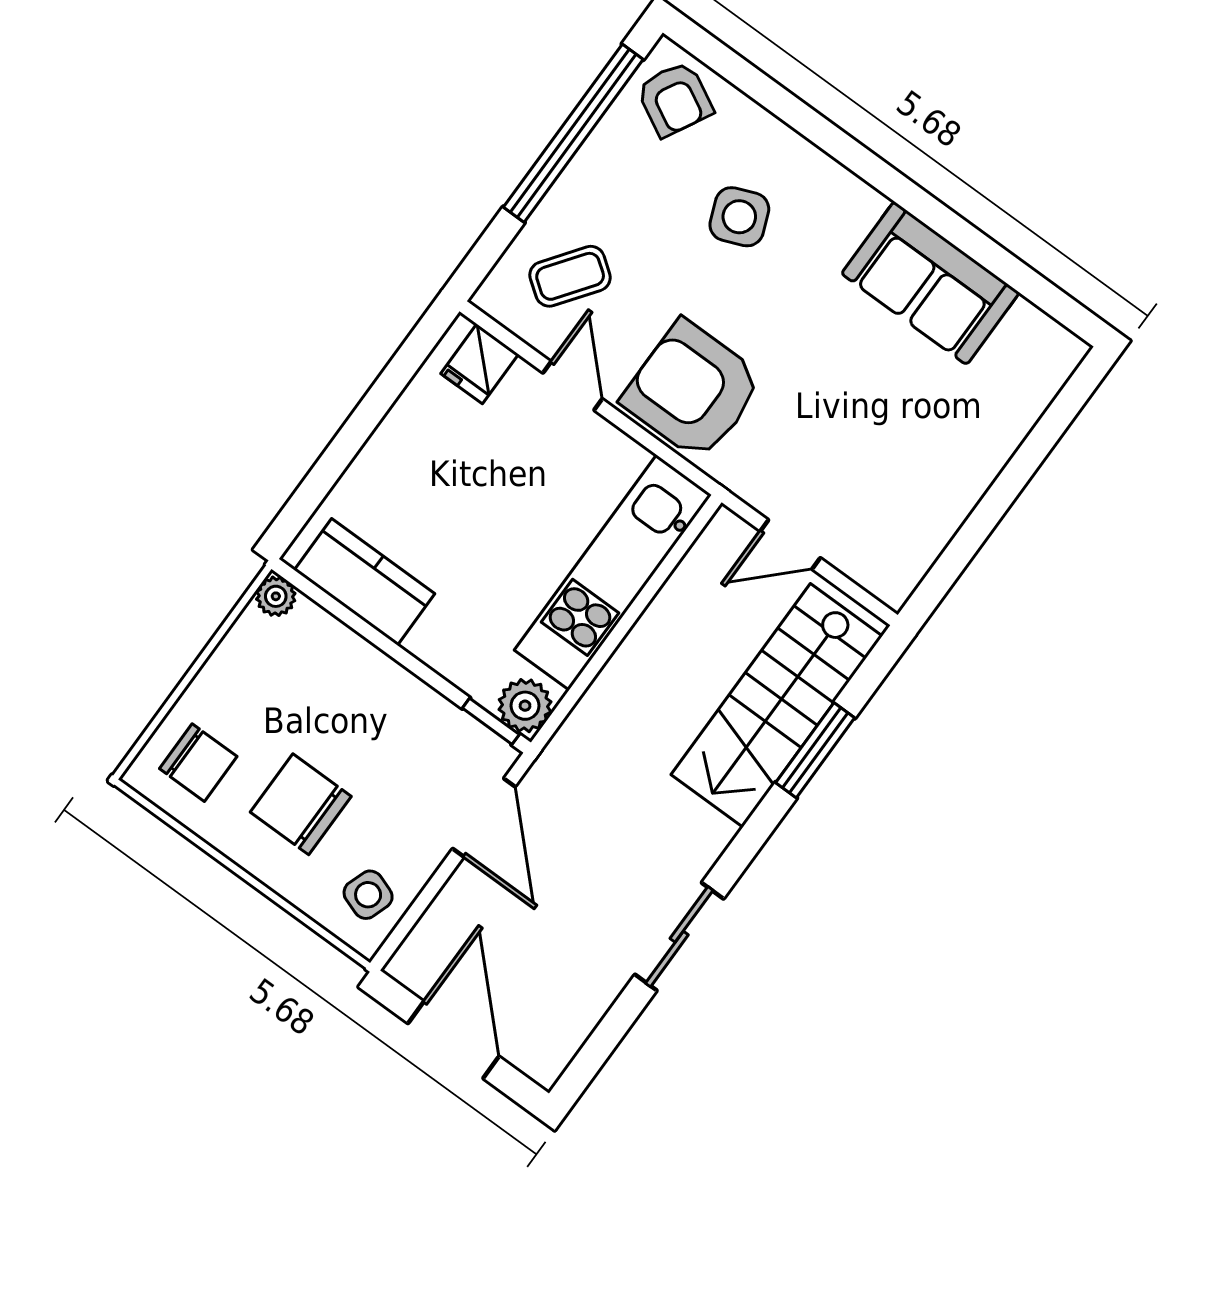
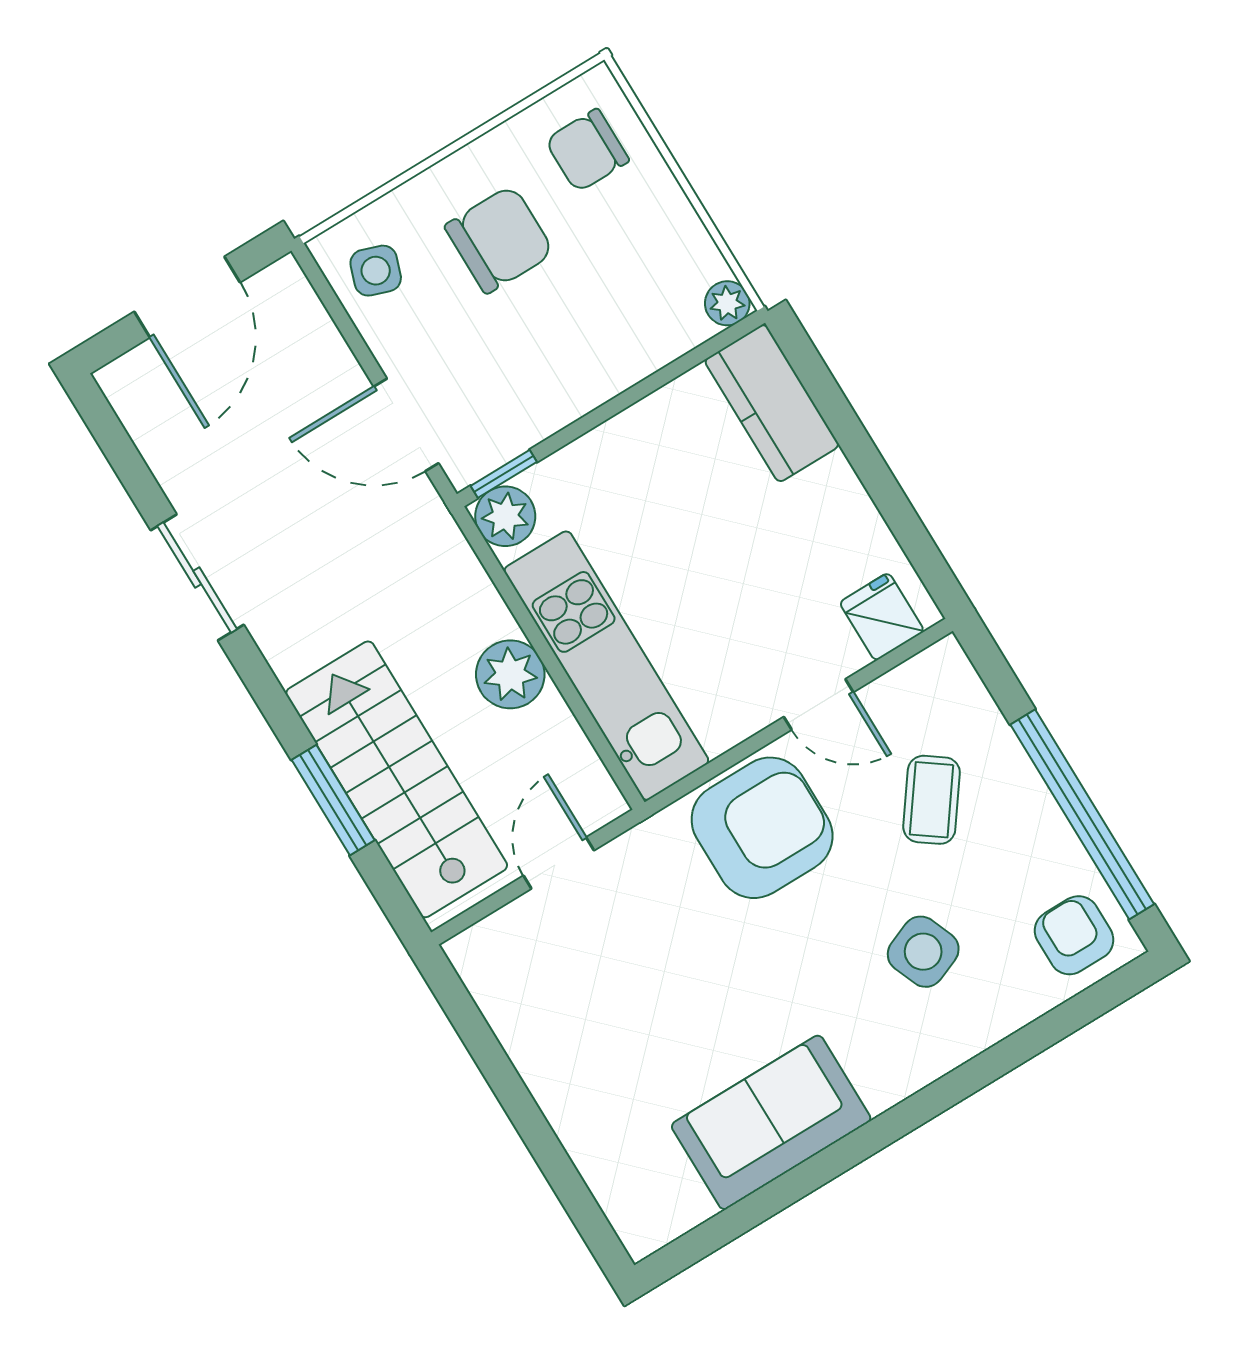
armchair: (675, 99) -> (1074, 935), turned 62
coffee table: (570, 276) -> (932, 800), moved
kitchen counter: (364, 582) -> (772, 403), moved, turned 90
plant: (653, 648) -> (510, 674), added
door: (453, 1040) -> (187, 297), hinge flipped

